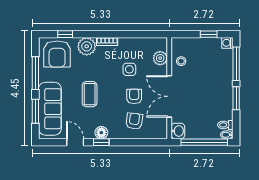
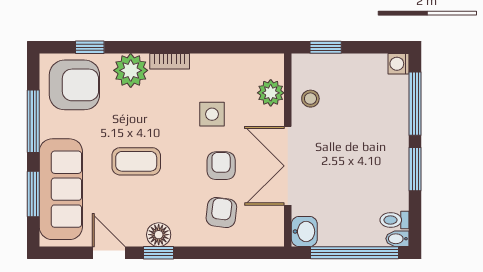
window: (209, 34) -> (326, 47), moved
armchair: (57, 54) -> (74, 85), turned -90
coffee table: (90, 94) -> (136, 161), turned 90

